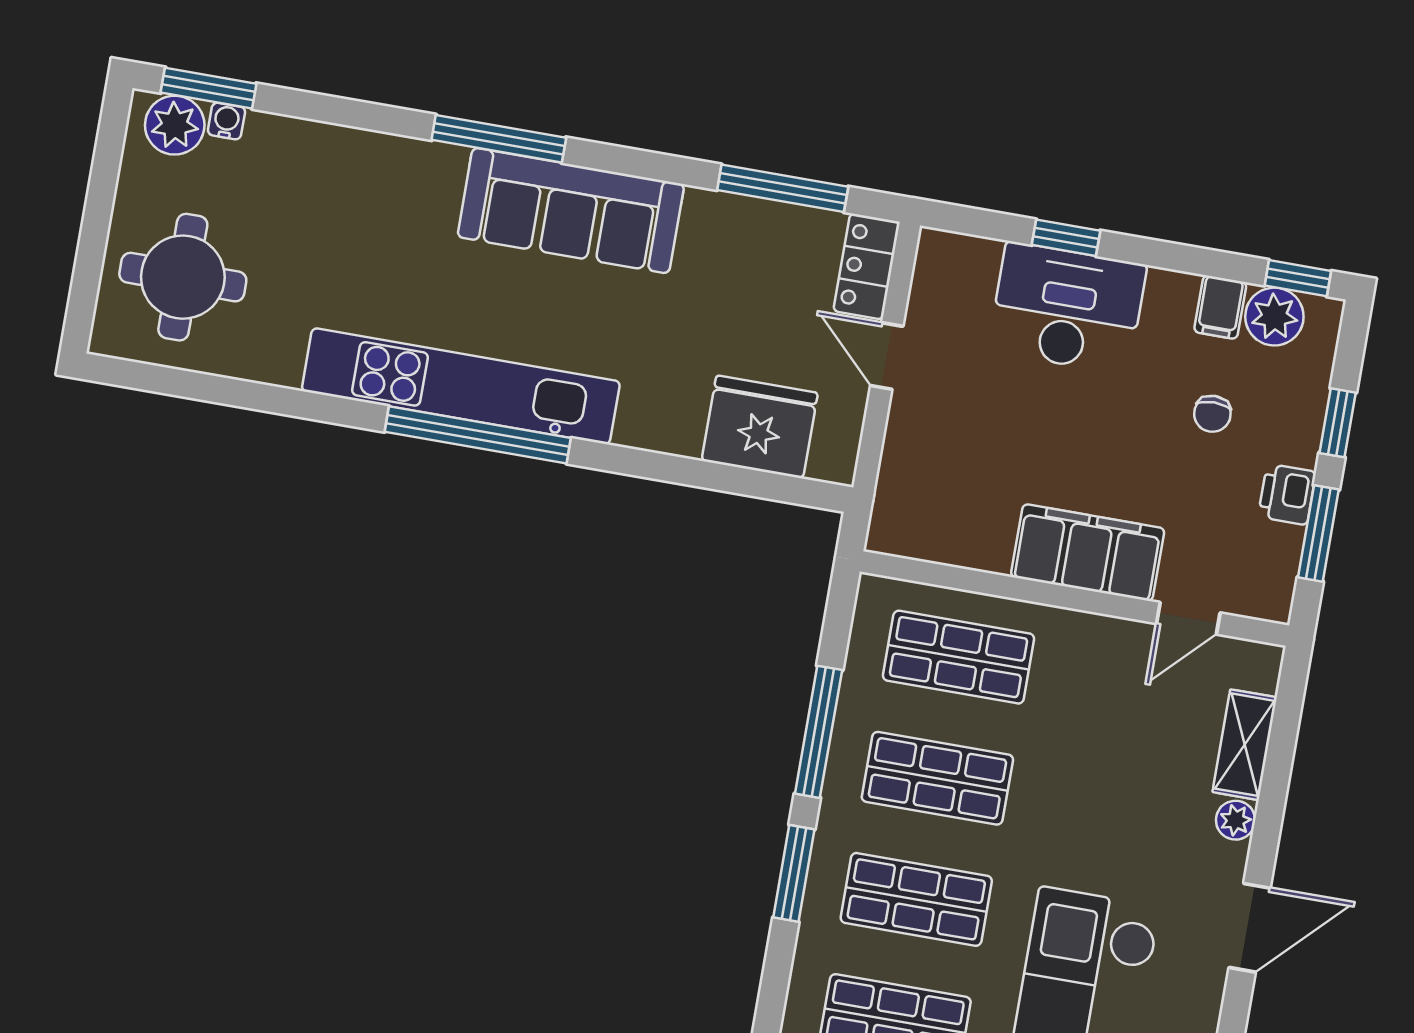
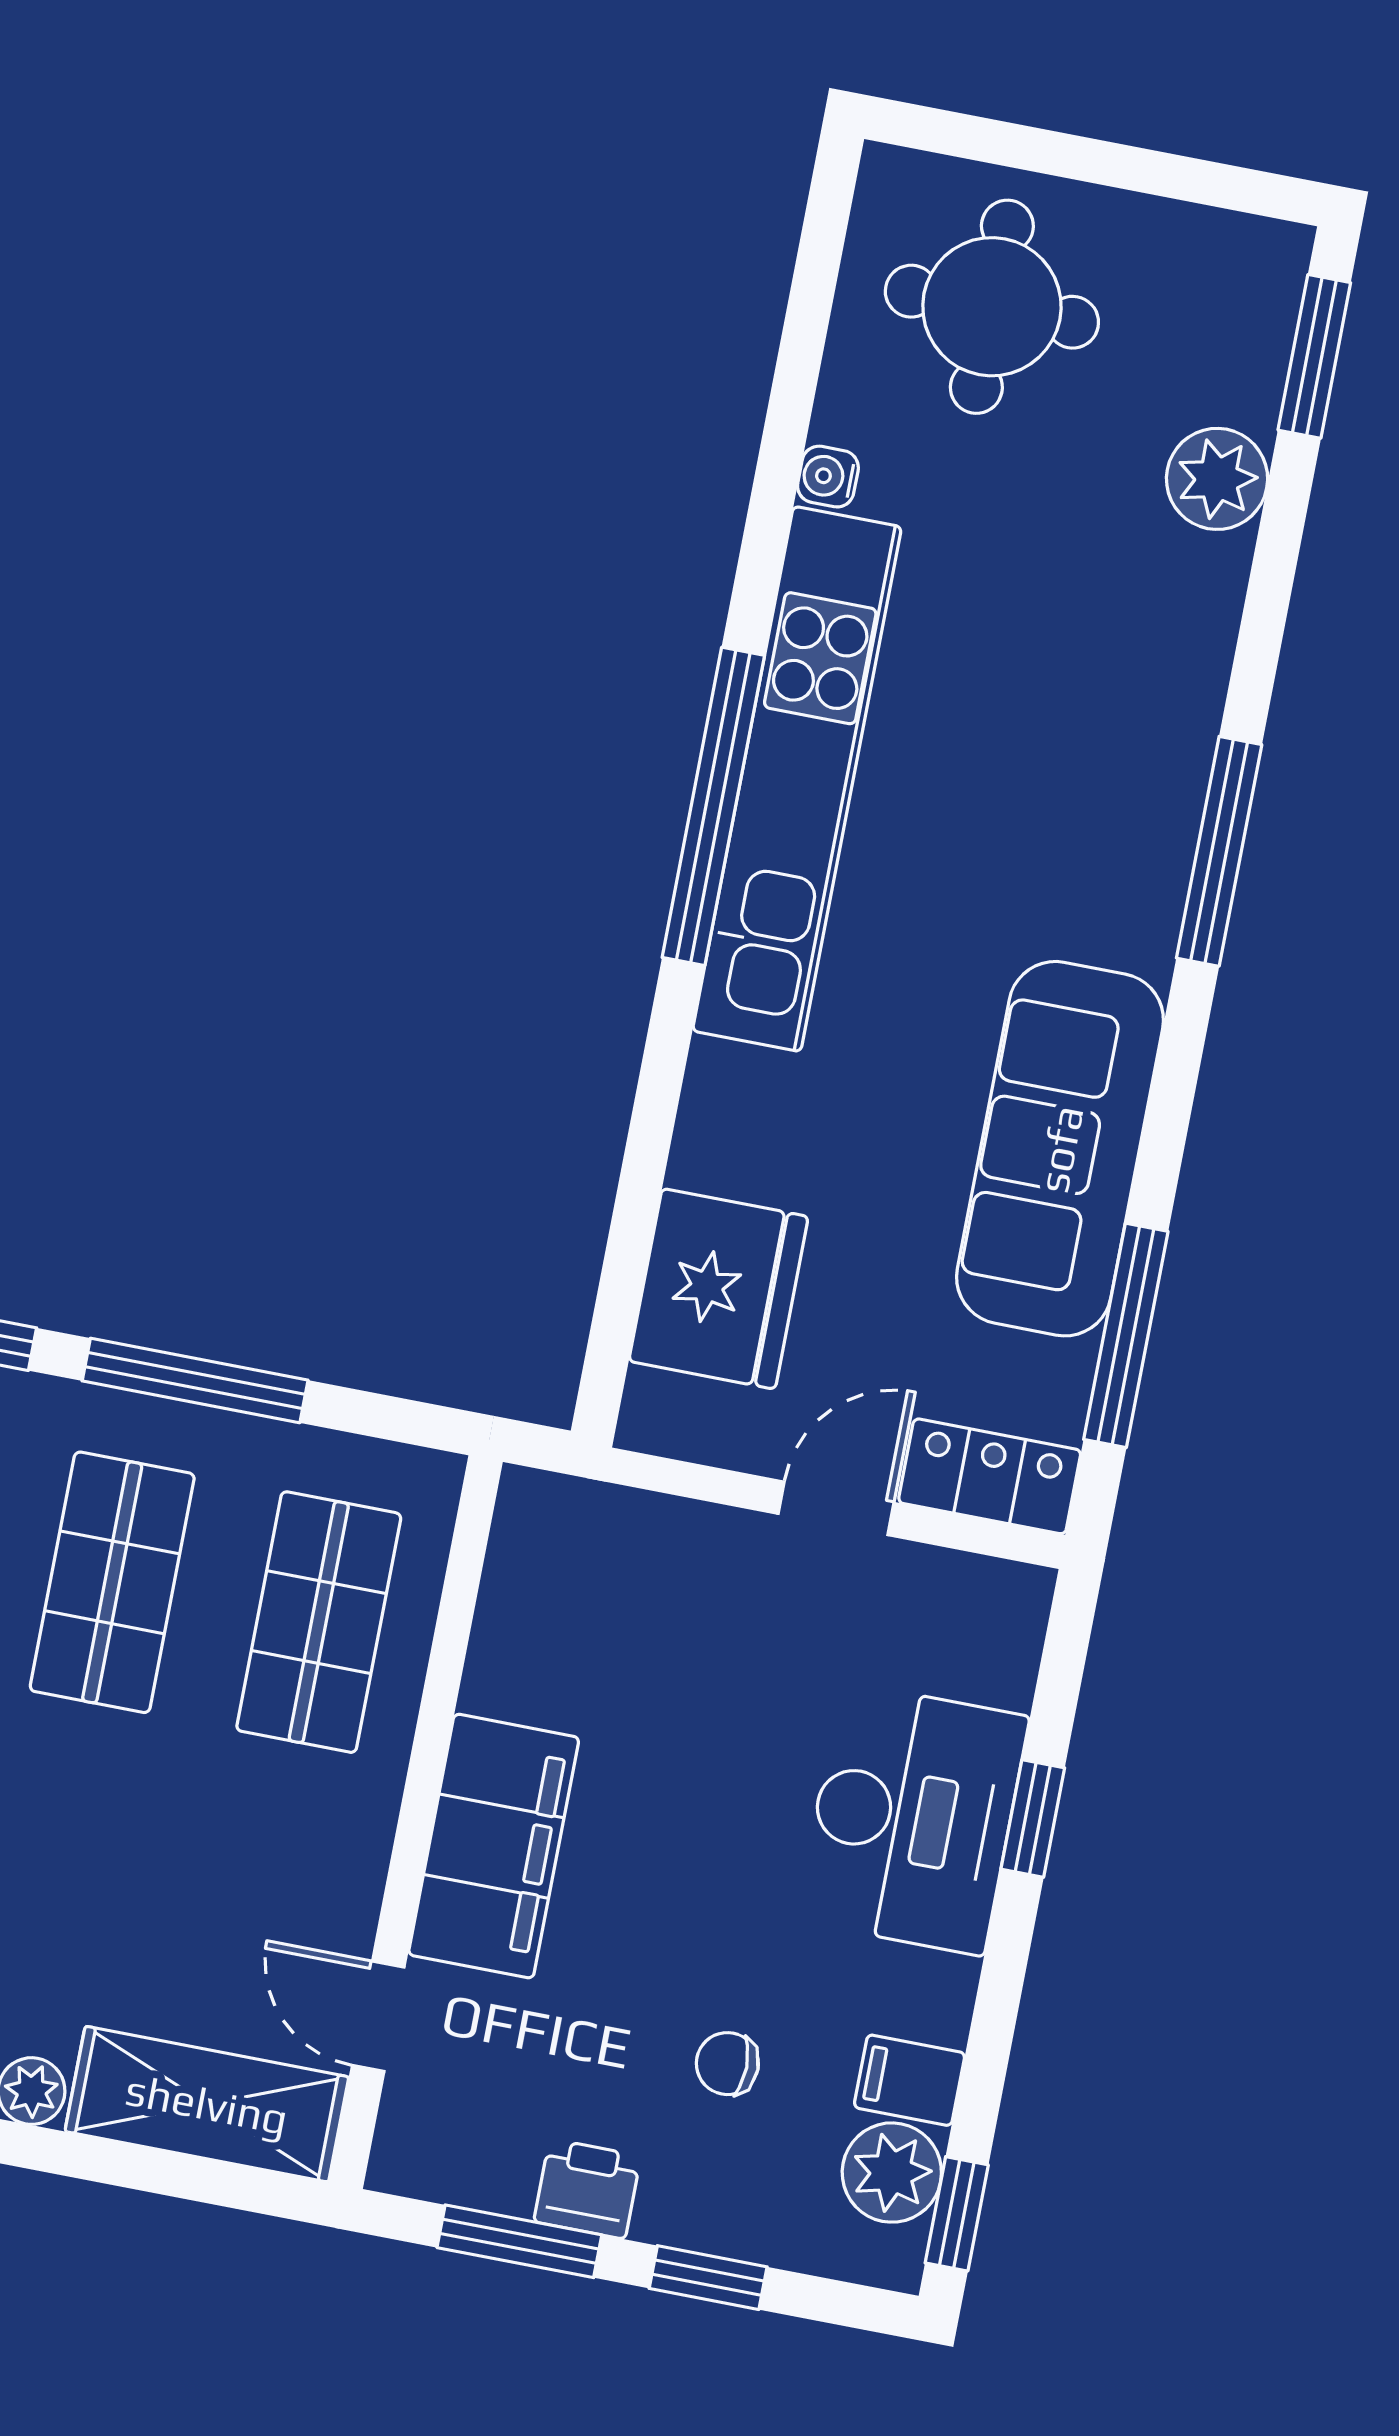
water cooler: (226, 121) -> (828, 477), moved, turned 180
plant: (175, 125) -> (1217, 479), moved
sofa: (571, 211) -> (1060, 1149), moved
shelving: (1245, 745) -> (207, 2104), width x1.50, depth x1.33

